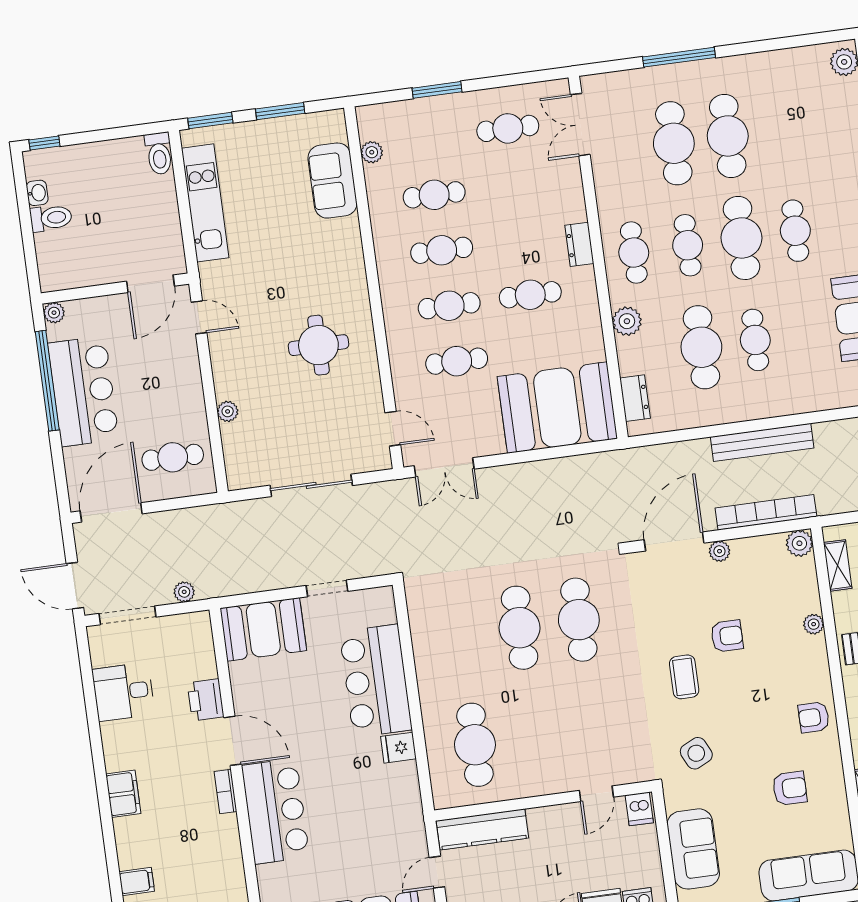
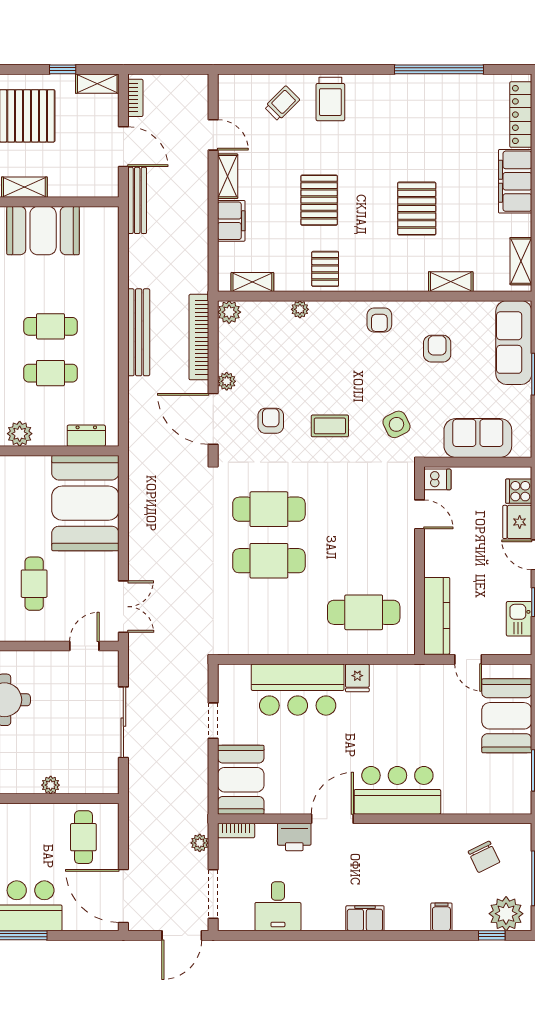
cafe table: (701, 347) -> (50, 373), width x0.73, depth x0.74
armchair: (727, 636) -> (271, 421), moved
bookcase: (226, 792) -> (236, 831), moved

